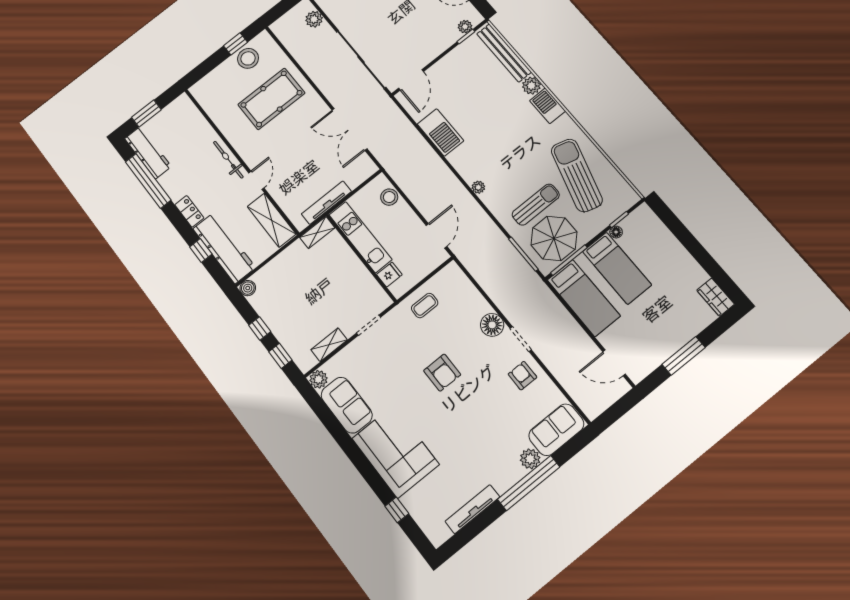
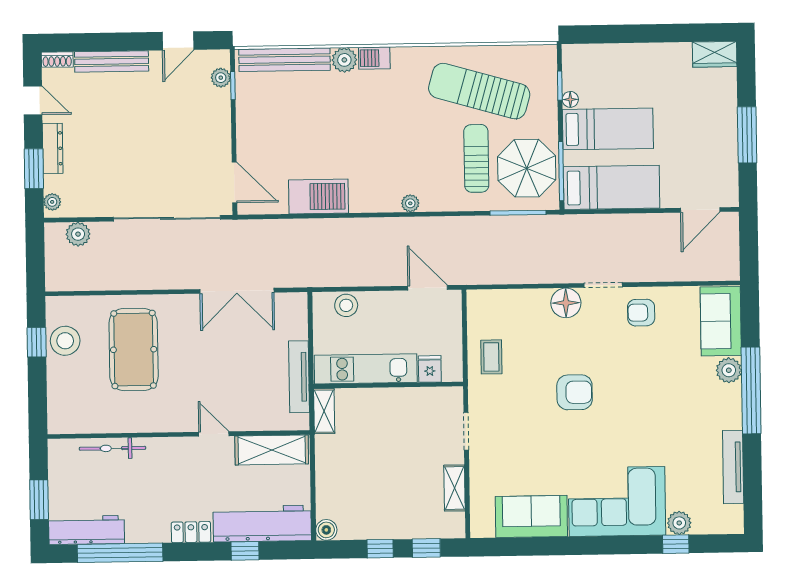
barbecue: (548, 106) -> (374, 58), width x0.73, depth x0.79
bicycle: (228, 160) -> (112, 448), moved
plant: (318, 379) -> (679, 523), moved

